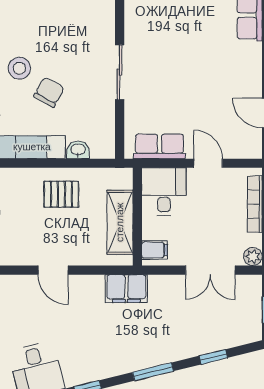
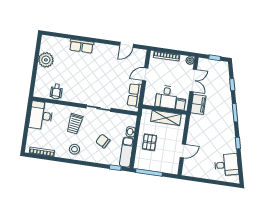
trolley: (78, 25) -> (75, 124), added
stool: (19, 68) -> (74, 149), moved
desk: (164, 192) -> (166, 97), moved, turned -90
filing cabinet: (126, 289) -> (198, 104), moved

